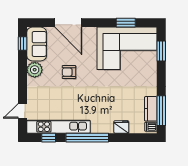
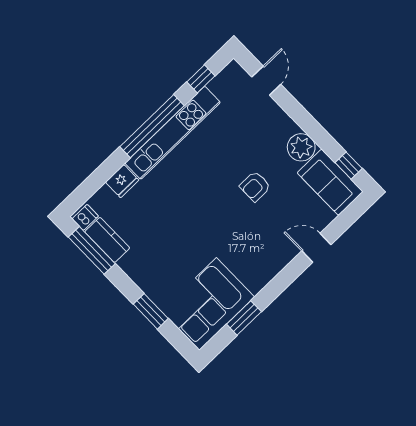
door: (68, 23) -> (316, 248), width x0.53
corner sofa: (127, 48) -> (208, 304), width x0.73, depth x0.74
window: (161, 51) -> (151, 311), moved
armchair: (69, 72) -> (255, 186), turned 180
kitchen unit: (58, 127) -> (173, 133), moved

